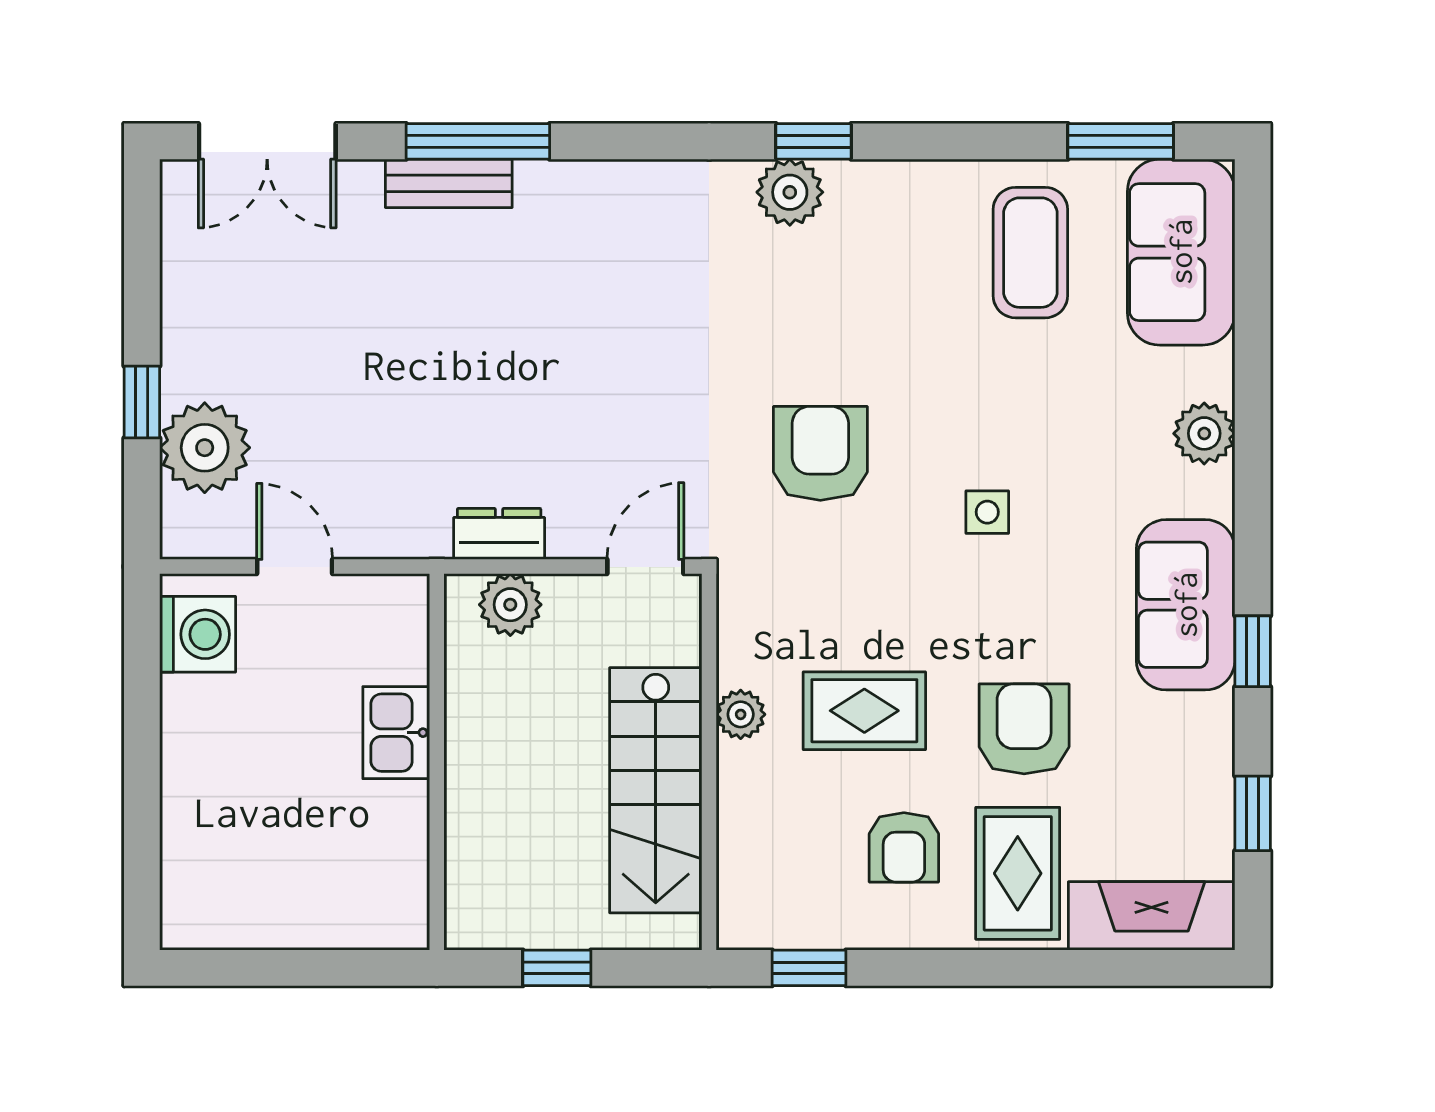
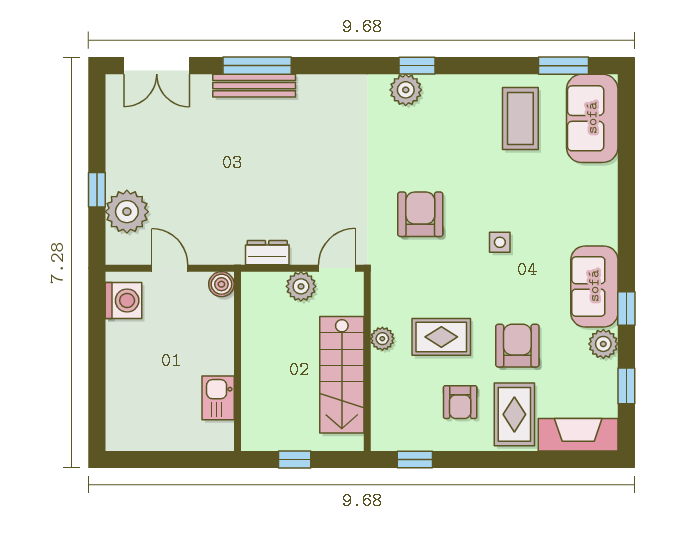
bench: (449, 183) -> (254, 86), width x1.36
plant: (1204, 433) -> (603, 344), moved
boiler: (403, 600) -> (221, 284), added
plant: (510, 605) -> (301, 286), moved
kitchen sink: (396, 733) -> (218, 398), moved

